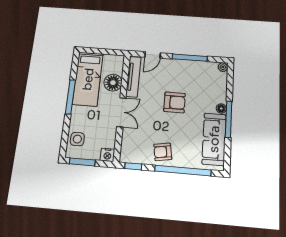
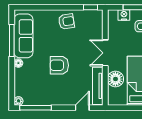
window: (190, 58) -> (35, 108), moved
window: (229, 119) -> (12, 40), moved
nightstand: (107, 155) -> (124, 15), moved
window: (183, 171) -> (48, 7), removed

